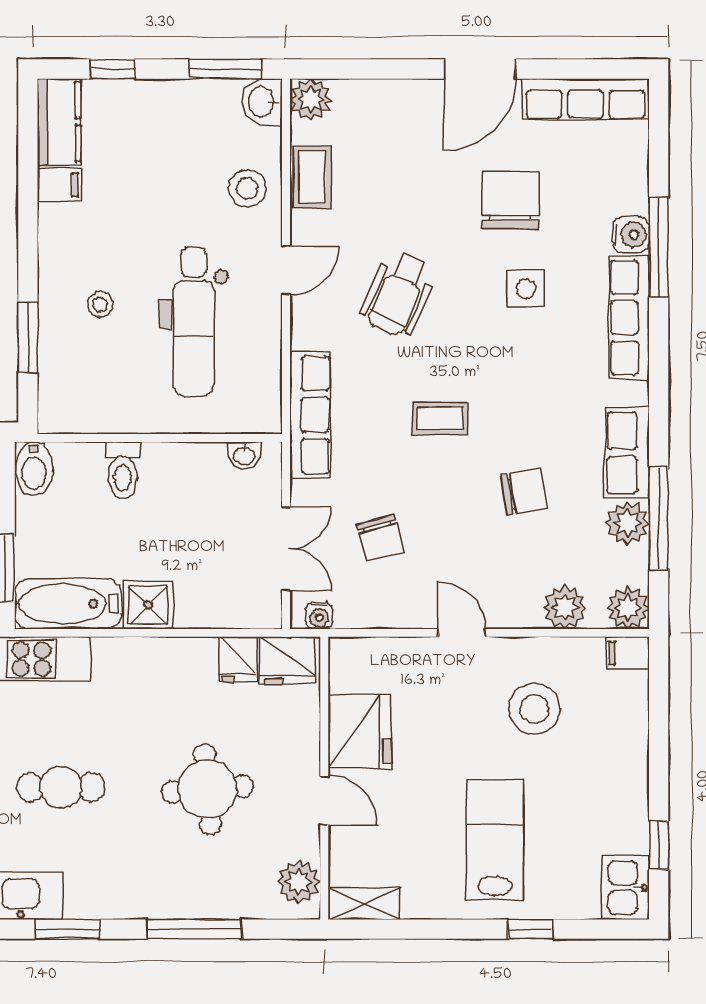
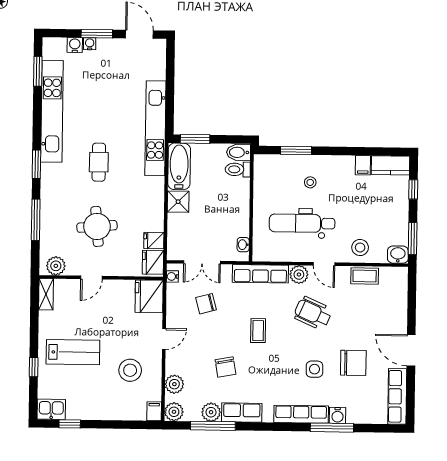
plant: (311, 100) -> (299, 275), moved
toilet: (123, 470) -> (238, 169), moved
fridge: (359, 732) -> (149, 296), moved, turned 90

